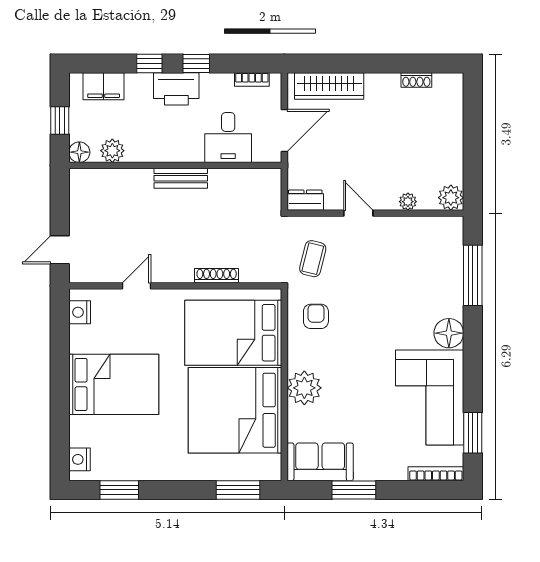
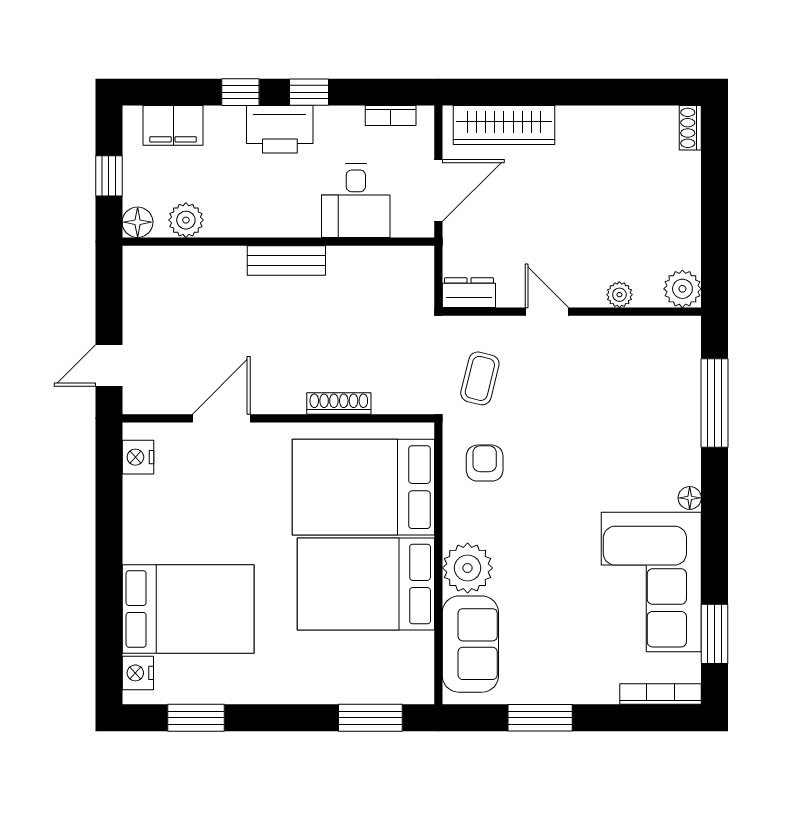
shoe rack: (416, 80) -> (690, 128), moved, turned 90
door: (136, 286) -> (221, 418), width x1.38
floor lamp: (449, 333) -> (690, 498), width x0.53, depth x0.53
bed: (114, 384) -> (188, 609), moved
bed: (235, 410) -> (366, 584), width x0.73
sofa: (320, 462) -> (470, 644), moved, turned 90

